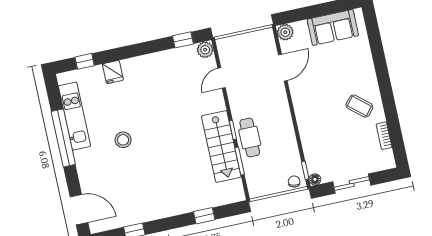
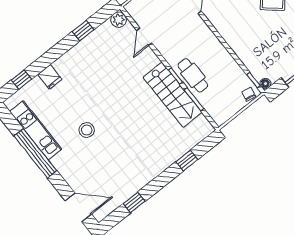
window: (183, 40) -> (83, 31), moved

